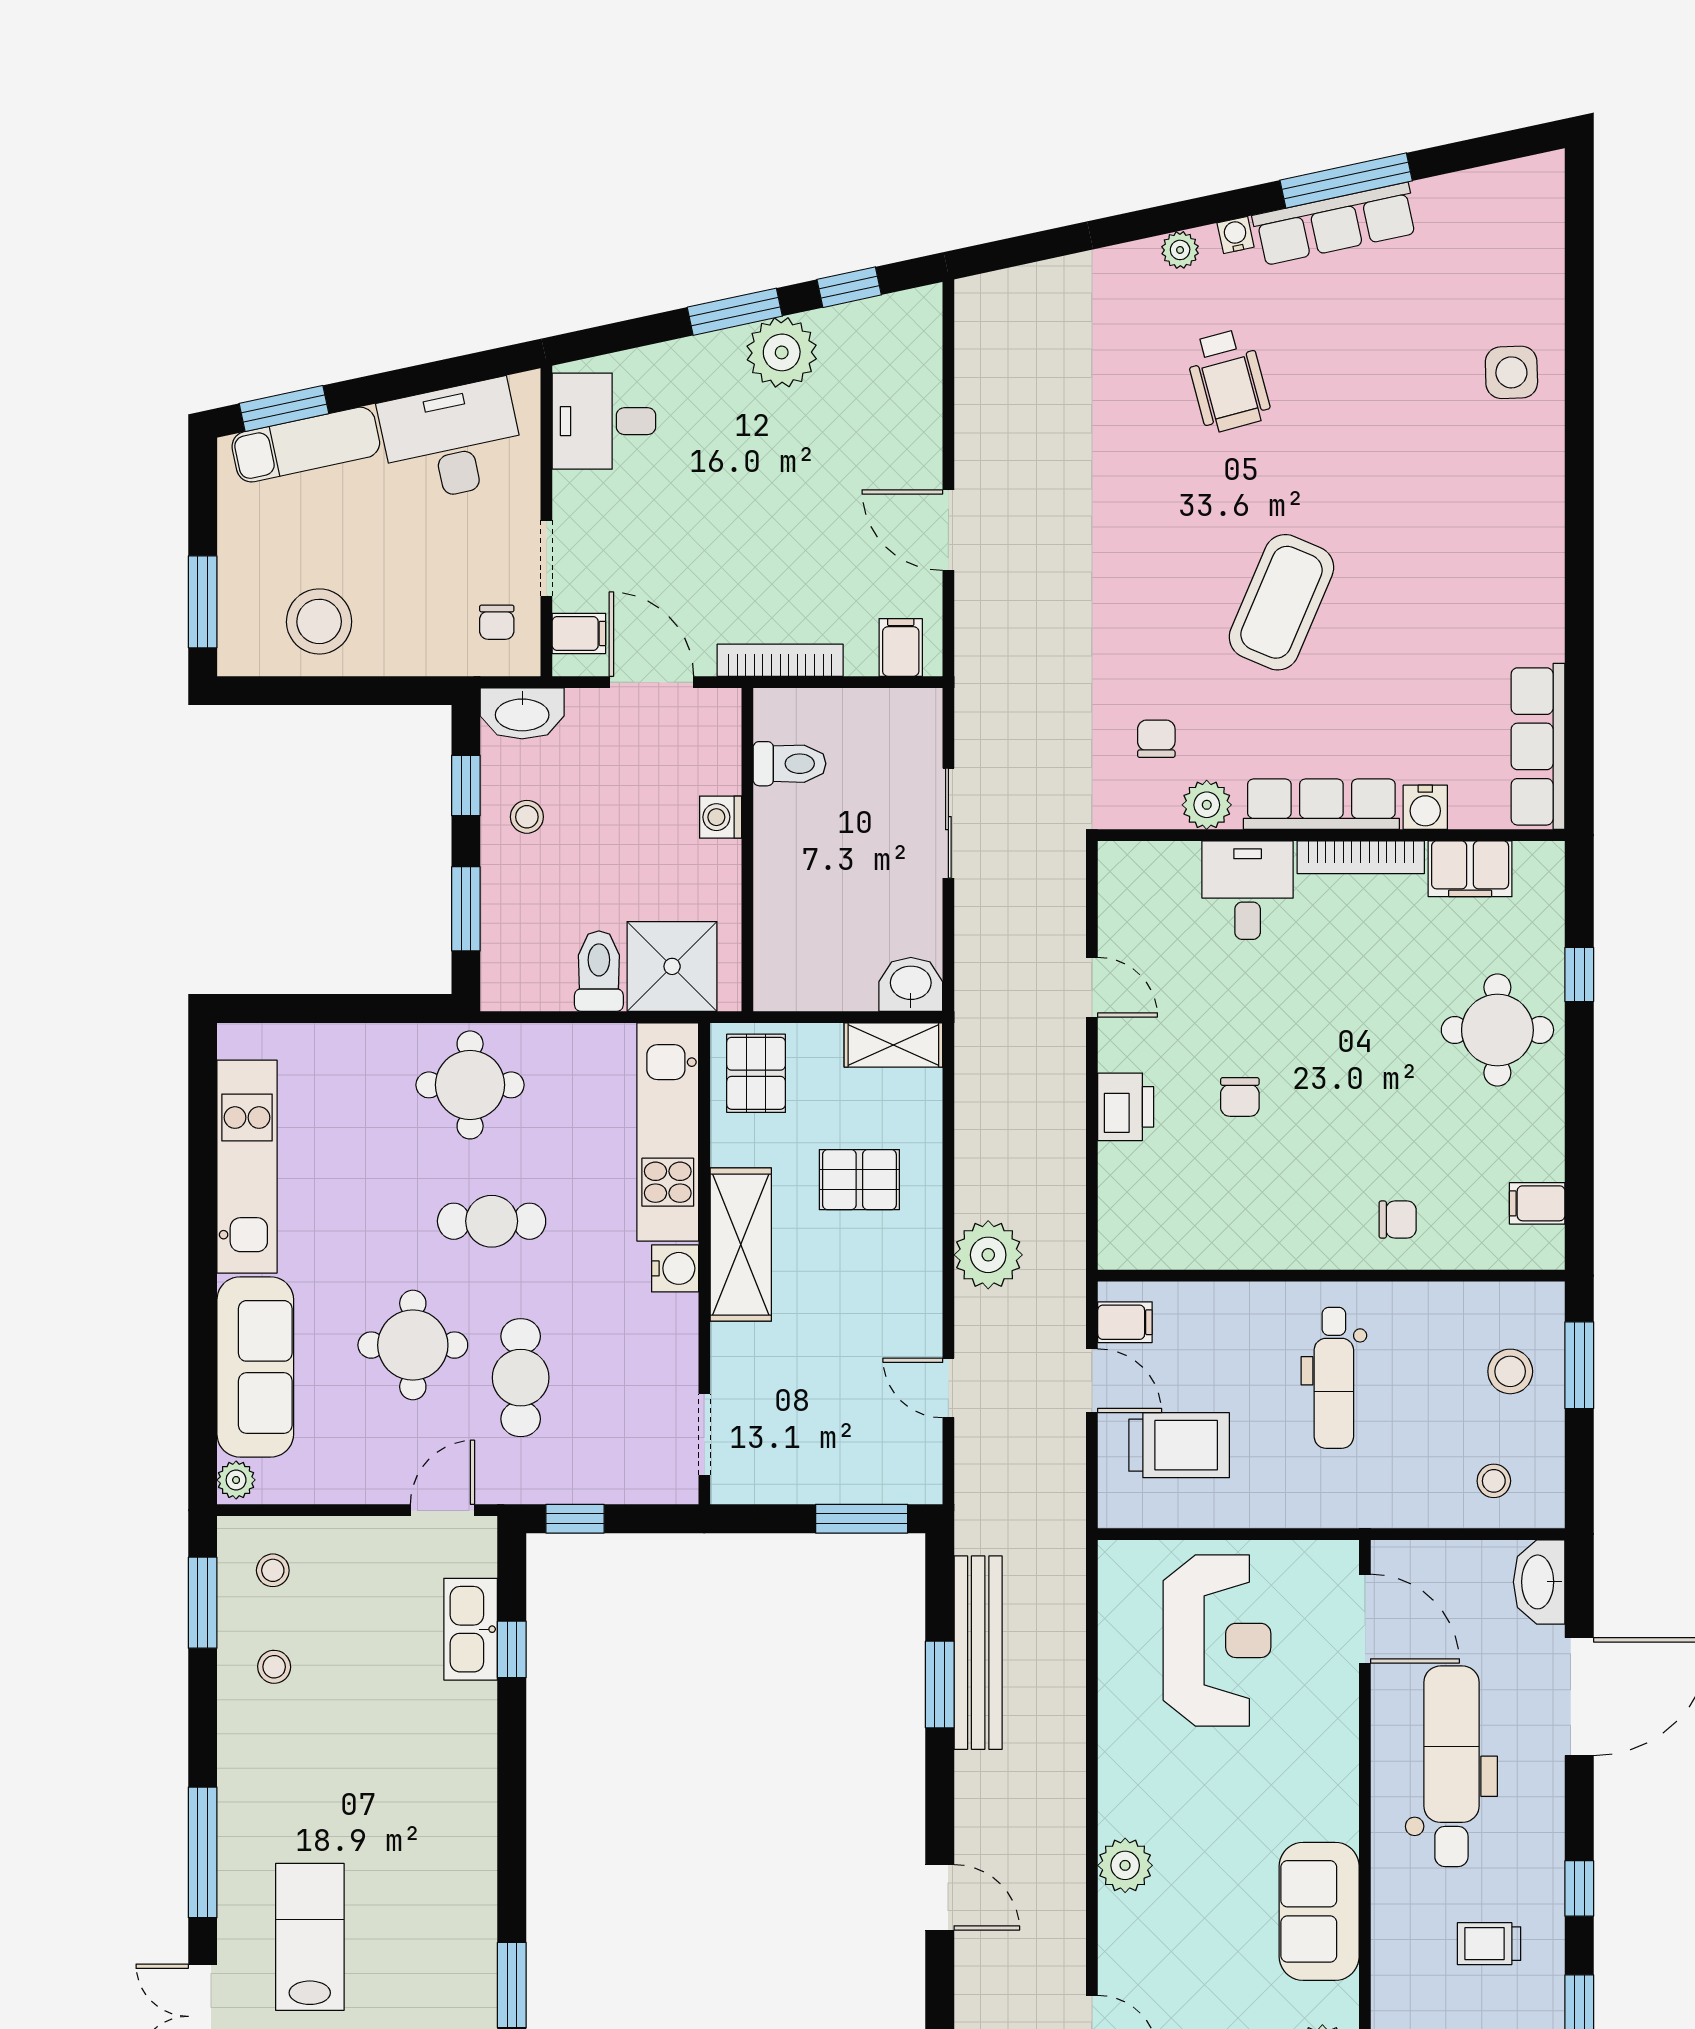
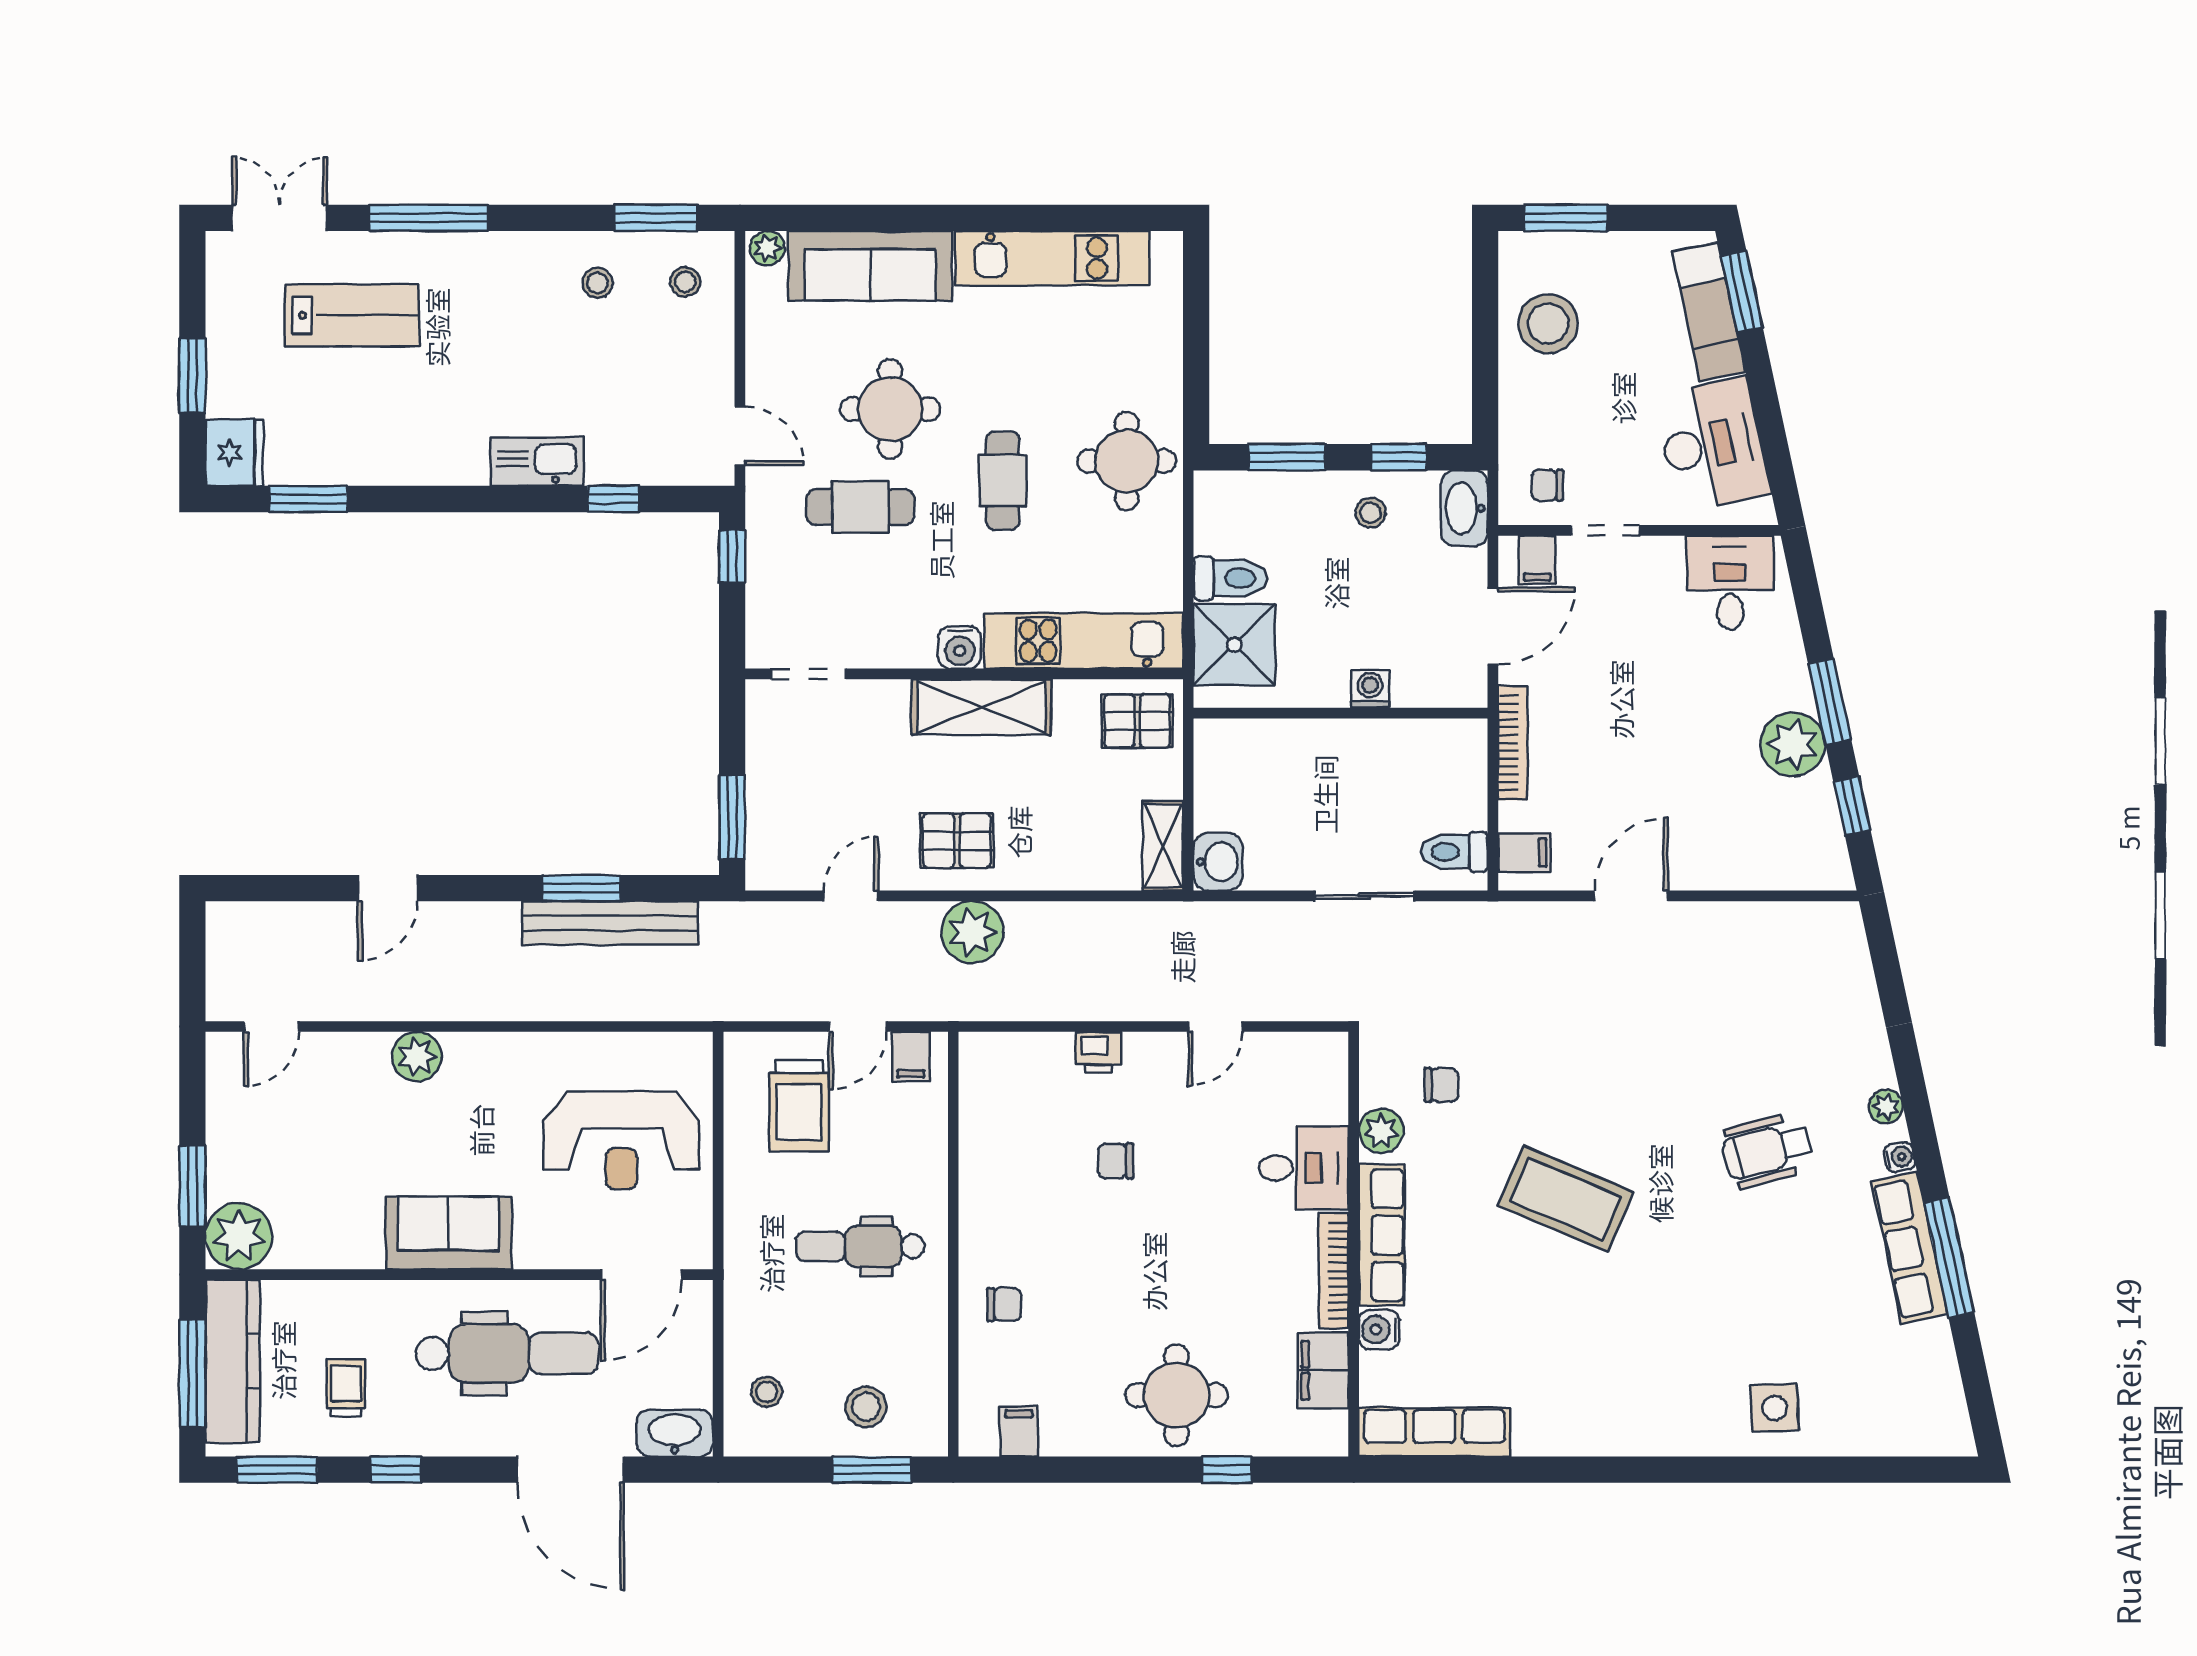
toilet: (790, 764) -> (1455, 852), moved, turned 90
printer: (1126, 1107) -> (1098, 1052), width x0.73, depth x0.81
pallet: (859, 1180) -> (957, 841), moved, turned 90
chair: (1398, 1220) -> (1004, 1304), turned -90
kitchen sink: (471, 1629) -> (537, 462), moved
sofa: (1319, 1911) -> (449, 1233), moved

